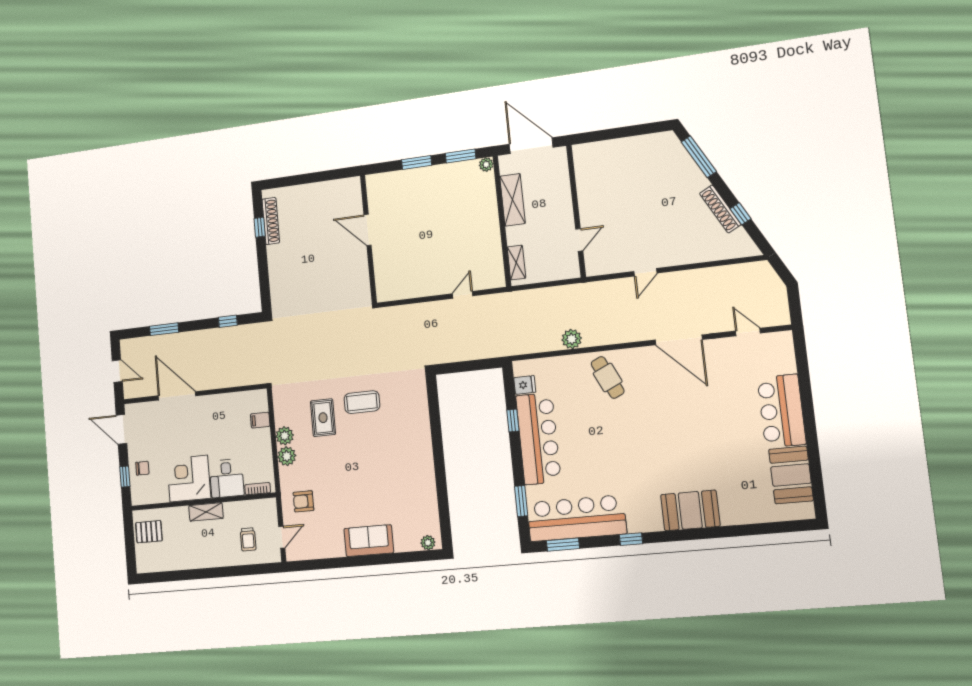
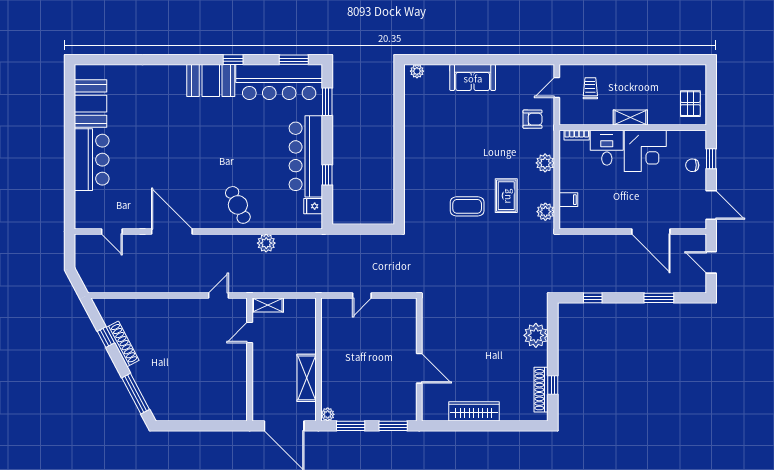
wardrobe: (336, 189) -> (474, 411), added
door: (368, 230) -> (419, 368), moved
wall: (368, 239) -> (419, 360), moved
shelving: (516, 263) -> (268, 305), moved, turned 90
door: (645, 272) -> (219, 296), moved
plant: (281, 276) -> (536, 335), added
plant: (285, 436) -> (545, 212), moved
booth: (690, 510) -> (211, 80), moved
pallet: (149, 532) -> (690, 104), turned 90

